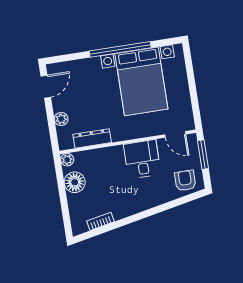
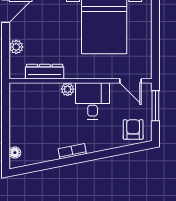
plant: (67, 160) -> (68, 89), moved
floor lamp: (75, 182) -> (15, 153), moved, width x0.53, depth x0.53
bookcase: (100, 221) -> (72, 151), moved

